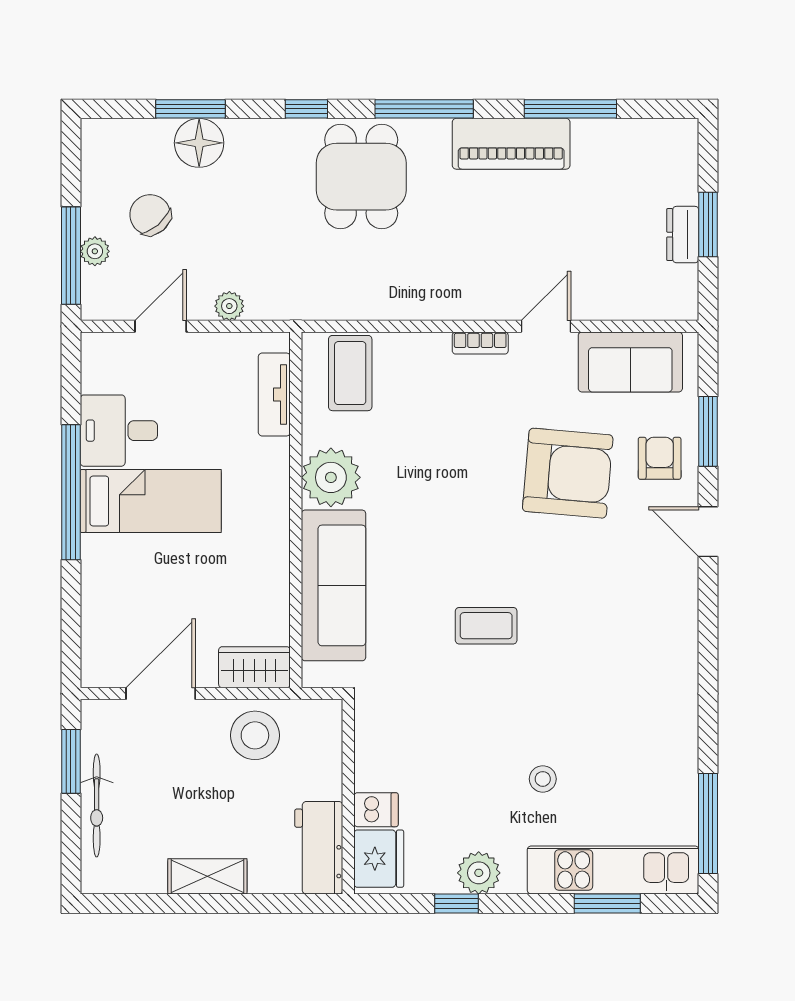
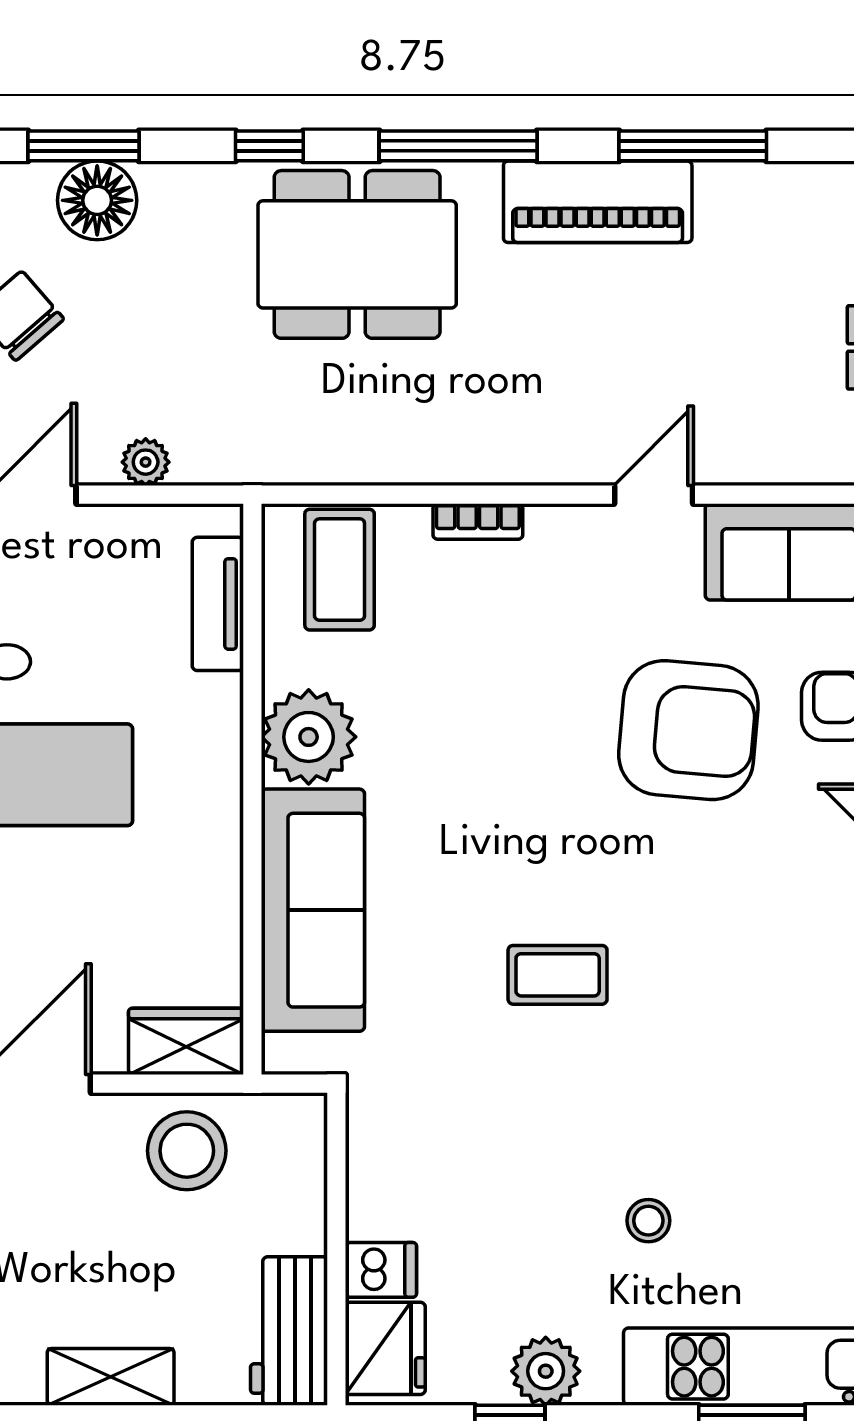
dining table: (361, 177) -> (357, 254), width x1.37
bookcase: (480, 343) -> (478, 521), moved

